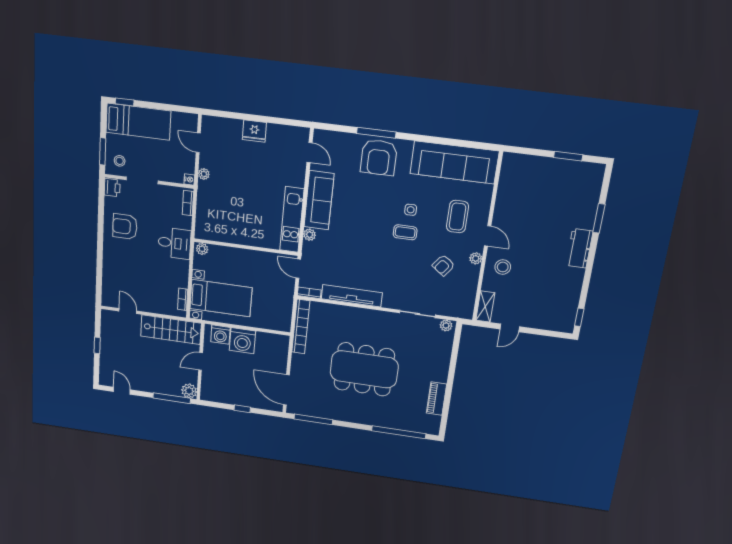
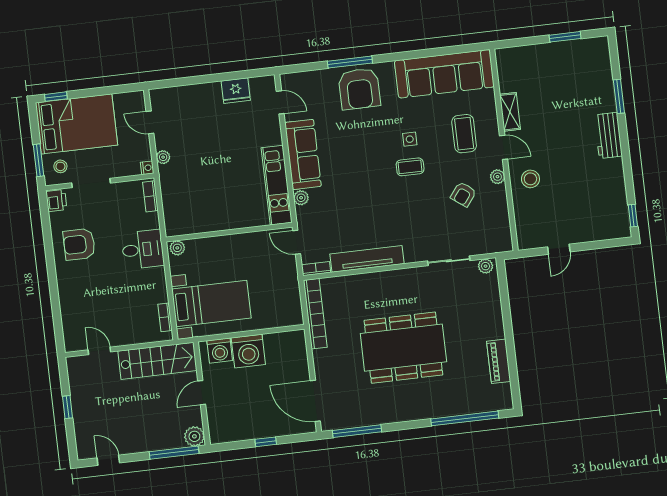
bed: (138, 122) -> (77, 124), width x1.50
fridge: (254, 131) -> (236, 91), moved
shelving: (485, 307) -> (510, 112), moved

